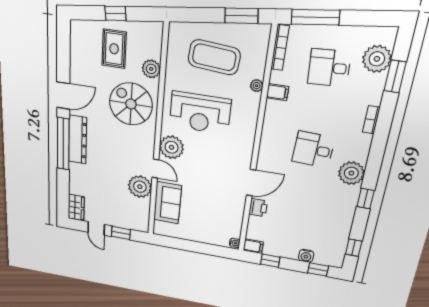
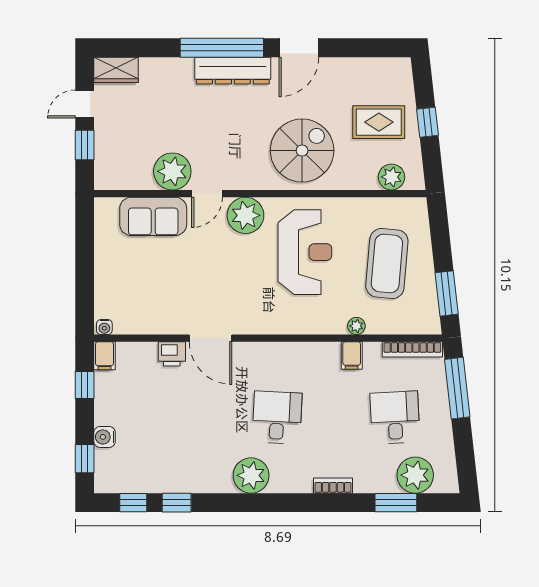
plant: (151, 69) -> (392, 177), moved
door: (63, 96) -> (299, 48), hinge flipped
reception desk: (200, 113) -> (305, 252), turned 180
window: (365, 199) -> (177, 503), moved

